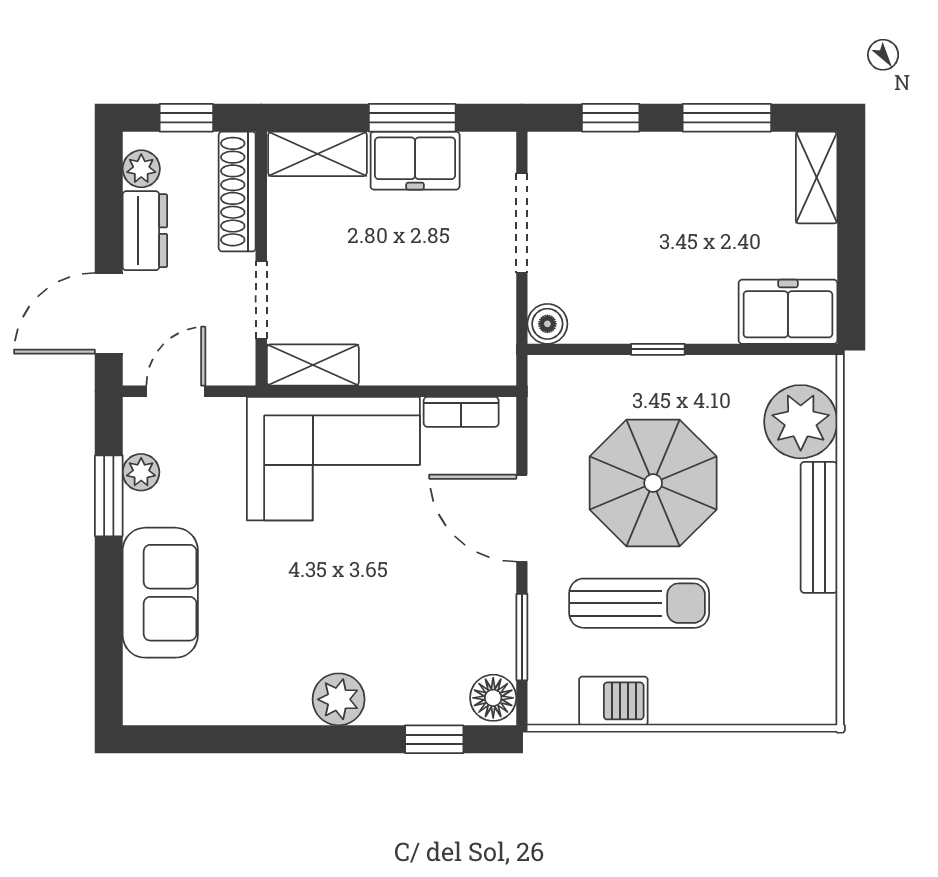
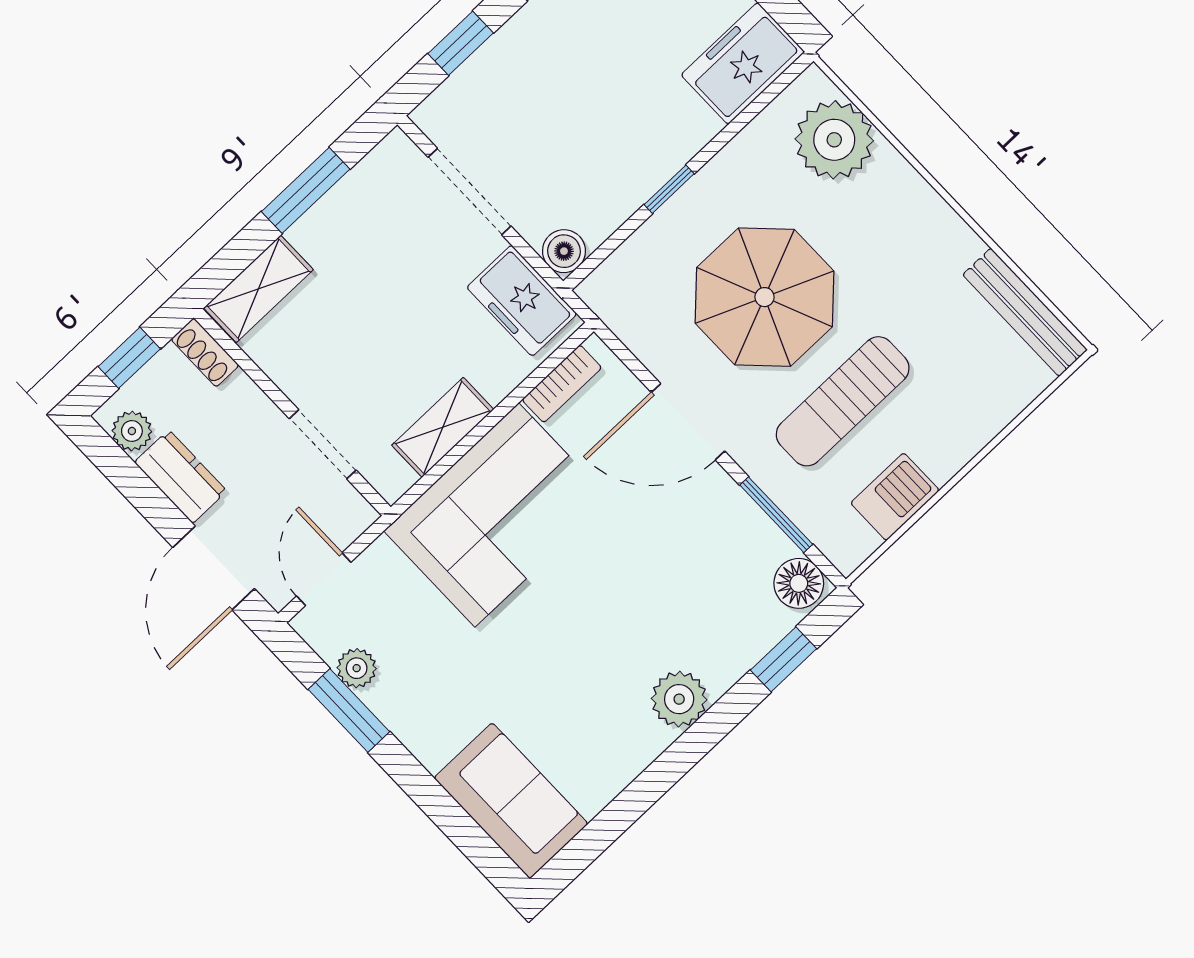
freezer: (415, 161) -> (522, 301), moved, turned 90
shoe rack: (237, 192) -> (205, 352), width x0.51, depth x0.81
shelving: (313, 365) -> (443, 427), moved
bench: (819, 527) -> (1025, 312), moved
sofa: (160, 593) -> (511, 801), moved
sun lounger: (639, 603) -> (843, 401), turned 180

